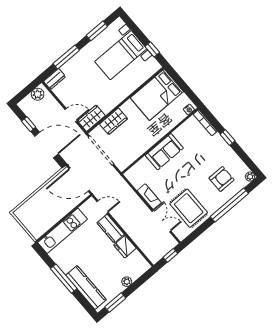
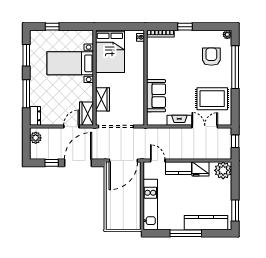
window: (152, 49) -> (52, 27), moved
bed with nightstands: (121, 55) -> (70, 63), moved, turned 90
sofa: (164, 152) -> (156, 96), moved
door: (102, 207) -> (158, 161), hinge flipped
plant: (127, 282) -> (223, 170), moved, width x1.87, depth x1.87

